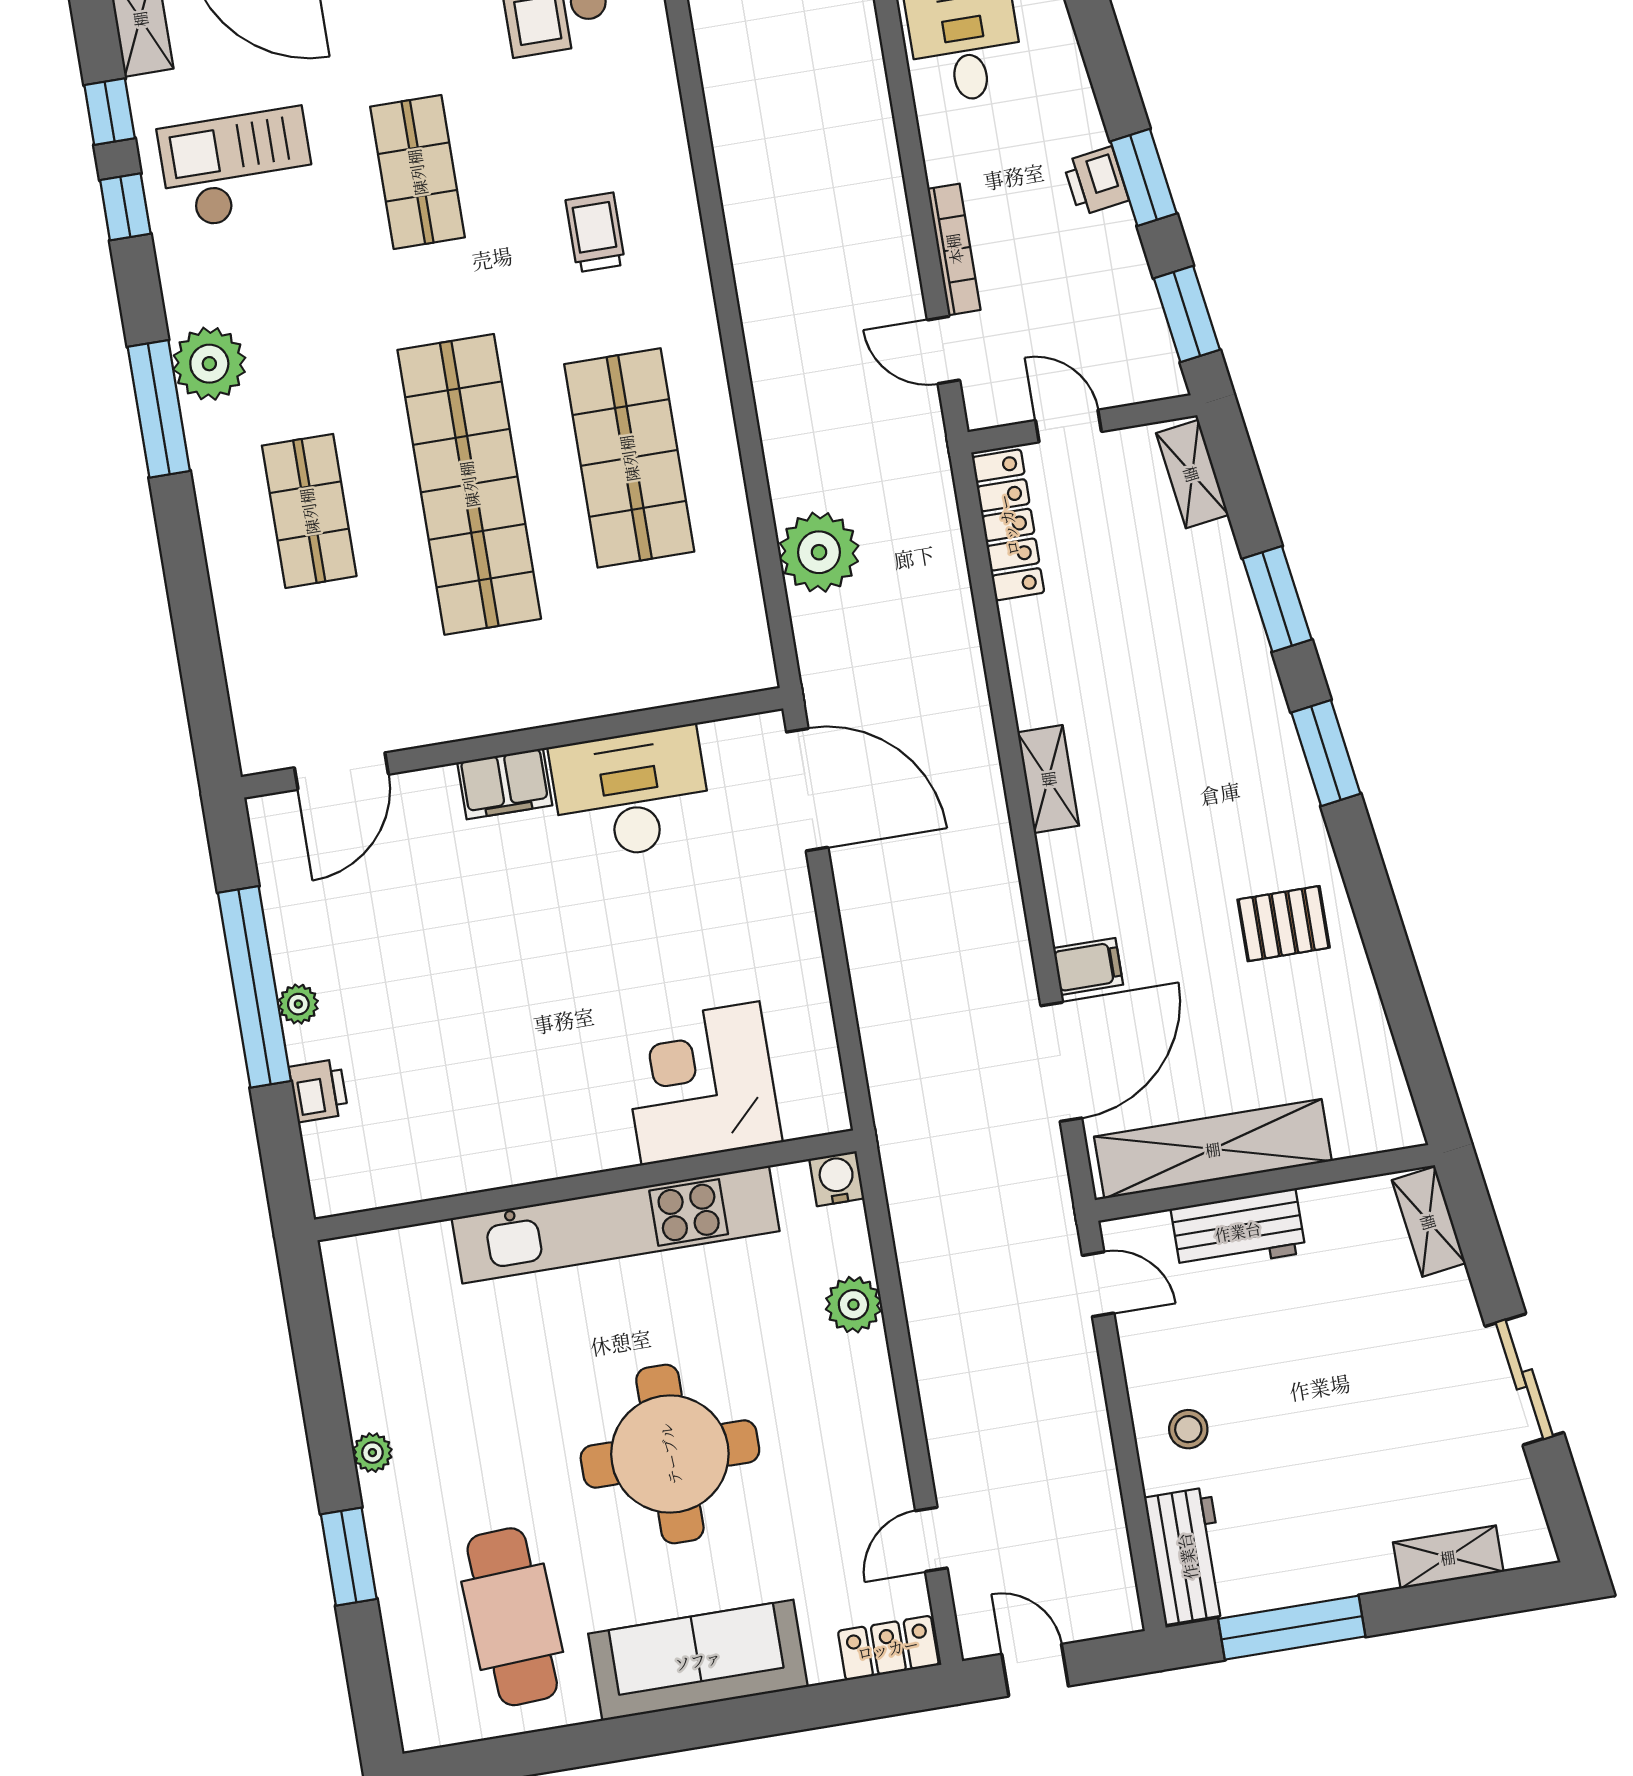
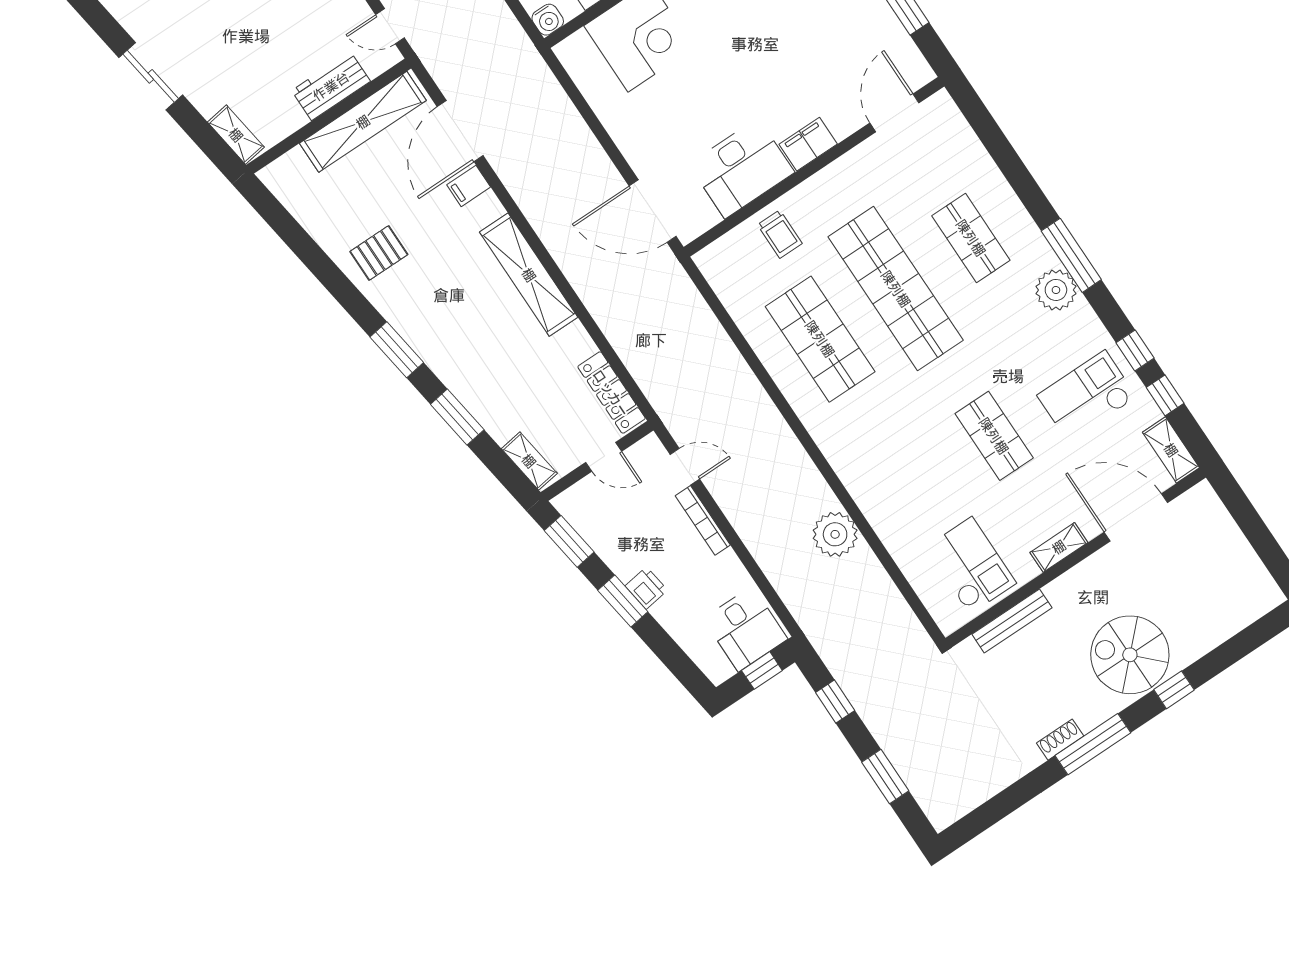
checkout: (237, 168) -> (1087, 396), turned 180
trolley: (595, 232) -> (780, 234), moved
plant: (819, 552) -> (835, 534), moved
shelving: (1048, 779) -> (529, 275), width x2.20, depth x1.33

